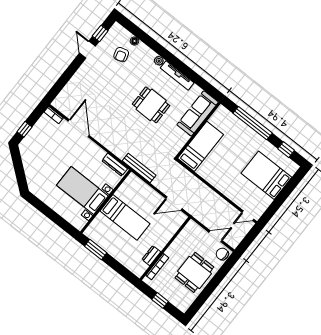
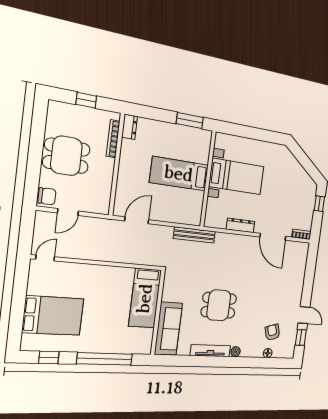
dresser: (115, 165) -> (241, 225), moved
dresser: (151, 256) -> (130, 127), moved
dining table: (194, 272) -> (66, 156), turned 90

